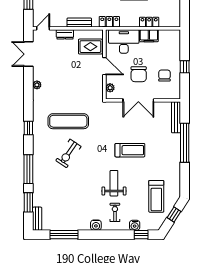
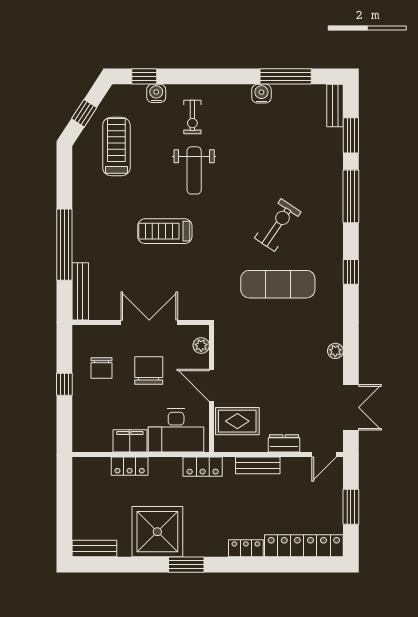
water cooler: (96, 225) -> (261, 94), moved

